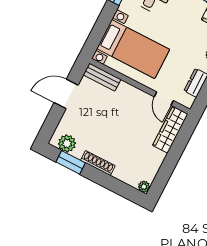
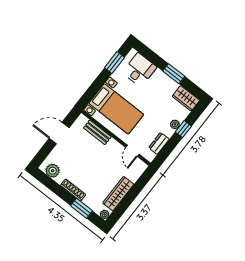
bench: (102, 77) -> (97, 132), moved
wardrobe: (170, 130) -> (118, 194), moved
window: (71, 162) -> (81, 208), moved

